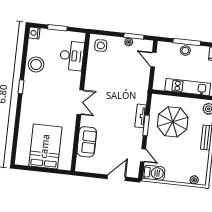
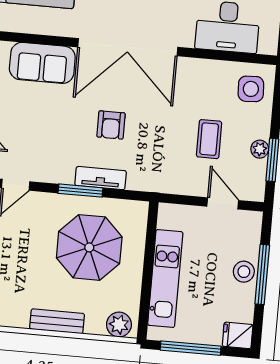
door: (153, 60) -> (223, 203), hinge flipped
coffee table: (124, 65) -> (209, 139), added
double door: (80, 102) -> (128, 47), width x1.87
armchair: (116, 111) -> (111, 125), added

